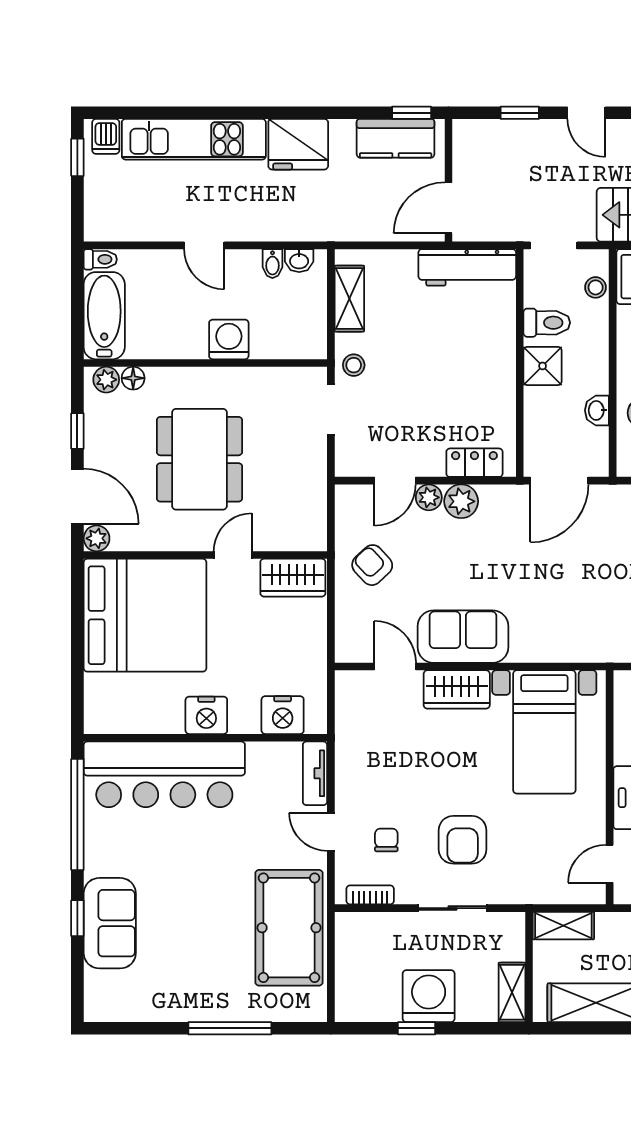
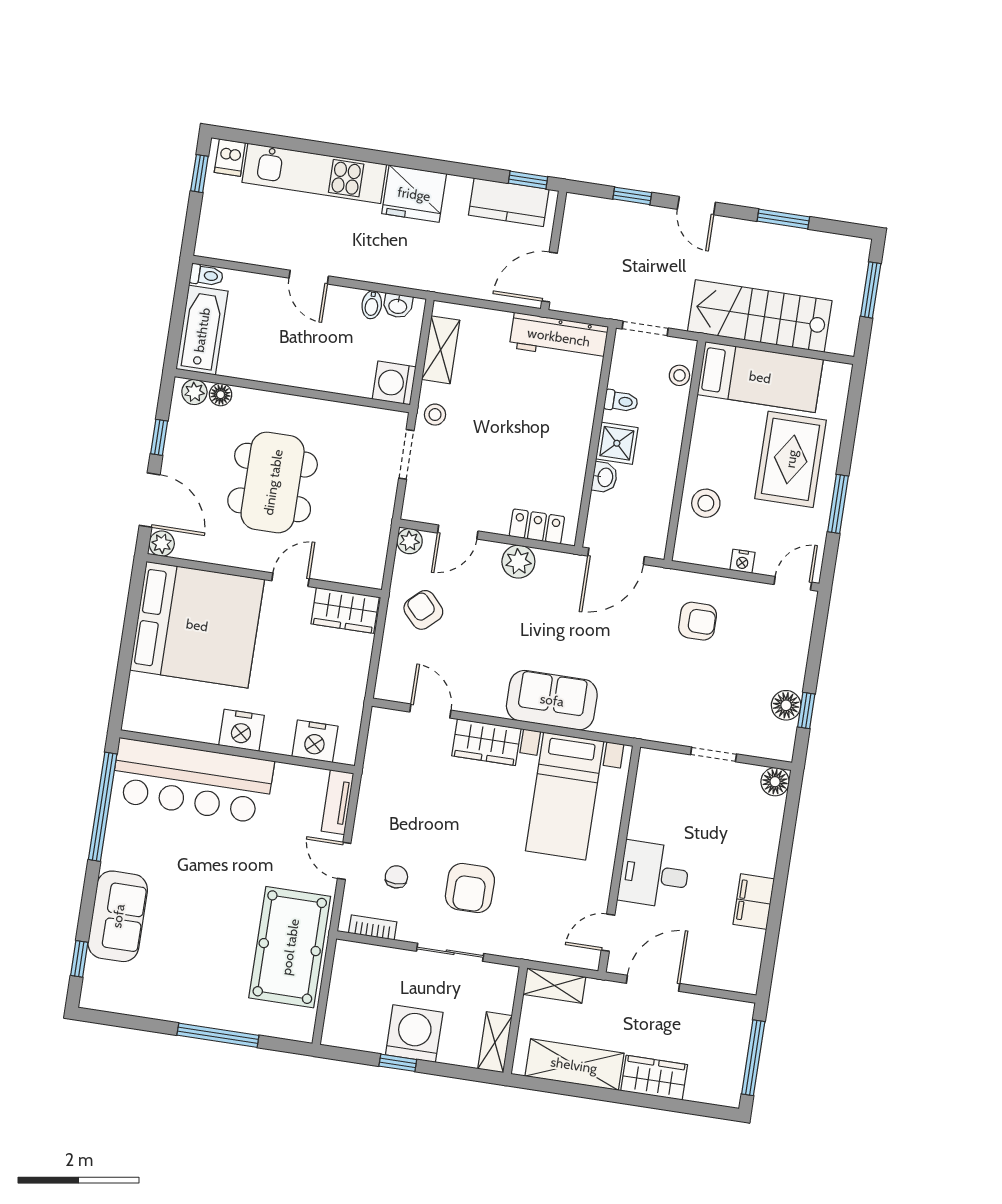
toilet: (547, 323) -> (621, 401), width x0.73, depth x0.72
washing machine: (229, 339) -> (394, 383), moved, turned -90
washbasin: (597, 410) -> (605, 477), moved, turned 180
plant: (429, 497) -> (410, 541), moved
sofa: (463, 637) -> (552, 700), moved
window: (77, 918) -> (79, 959), moved

